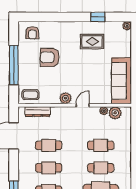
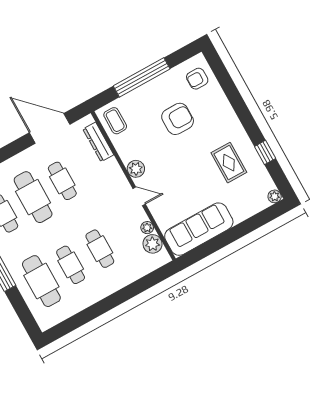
armchair: (50, 57) -> (178, 119), turned 90
cafe table: (49, 168) -> (33, 197), width x1.37, depth x1.35

